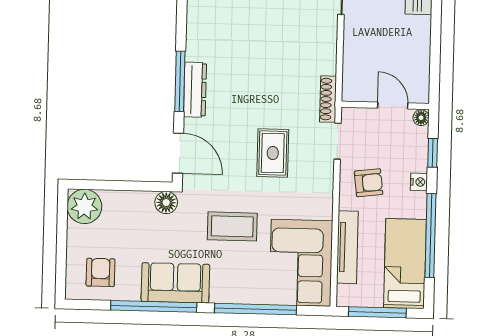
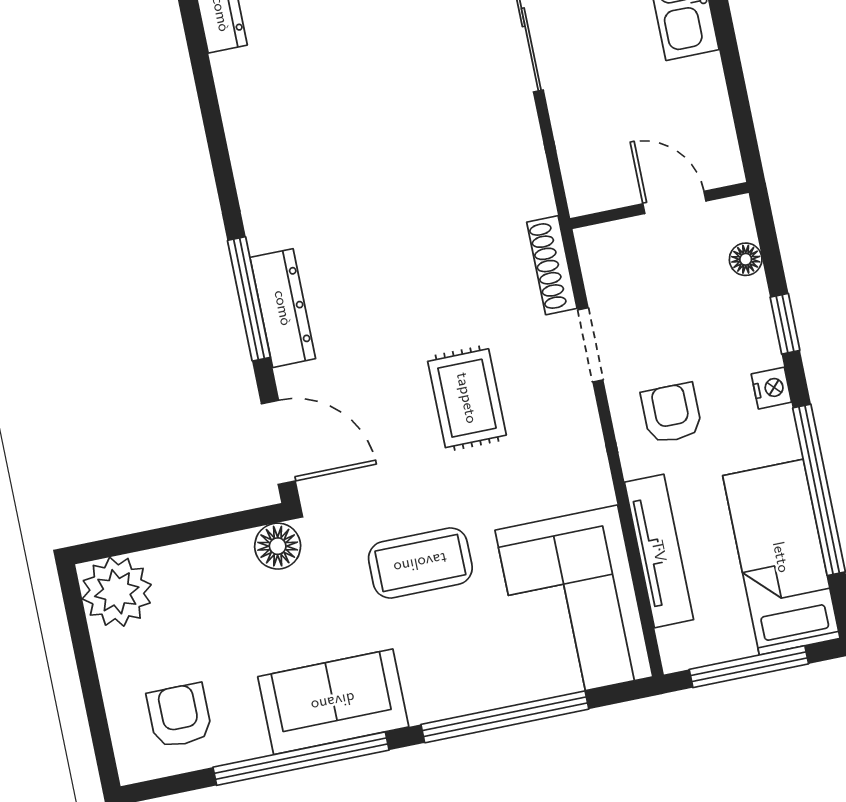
wall: (385, 105) -> (659, 205), moved
door: (393, 106) -> (674, 202), moved
armchair: (369, 183) -> (671, 413), turned -83

